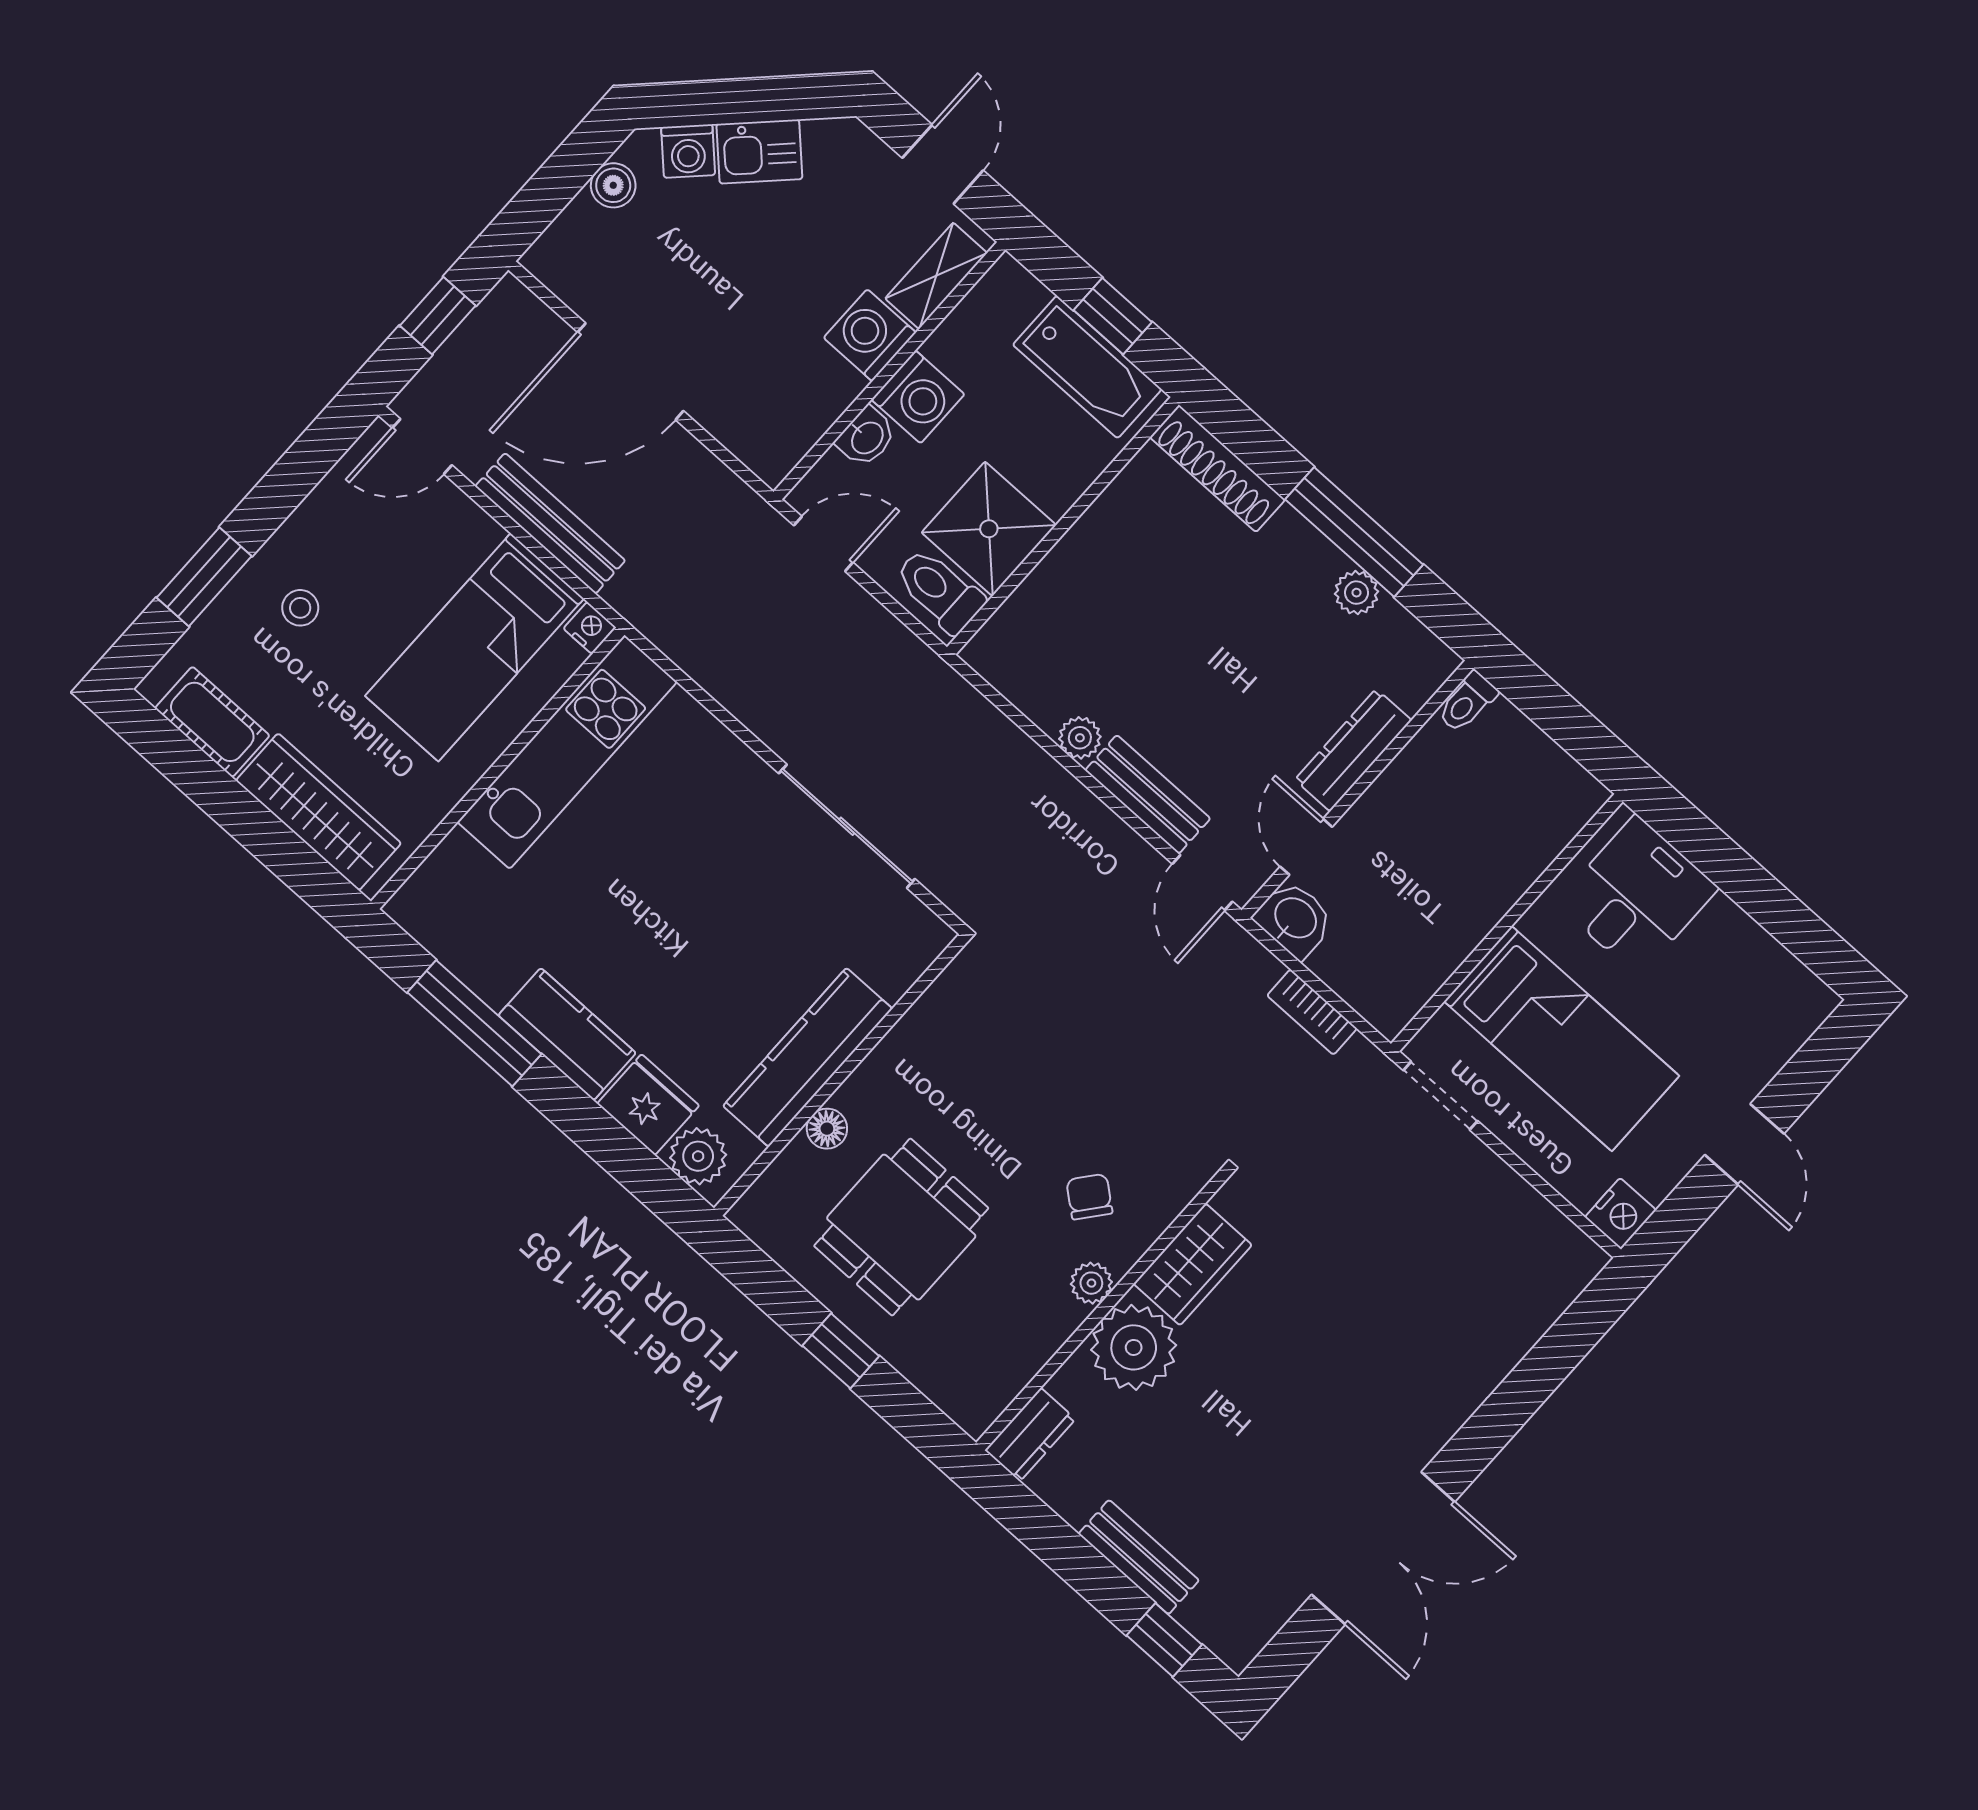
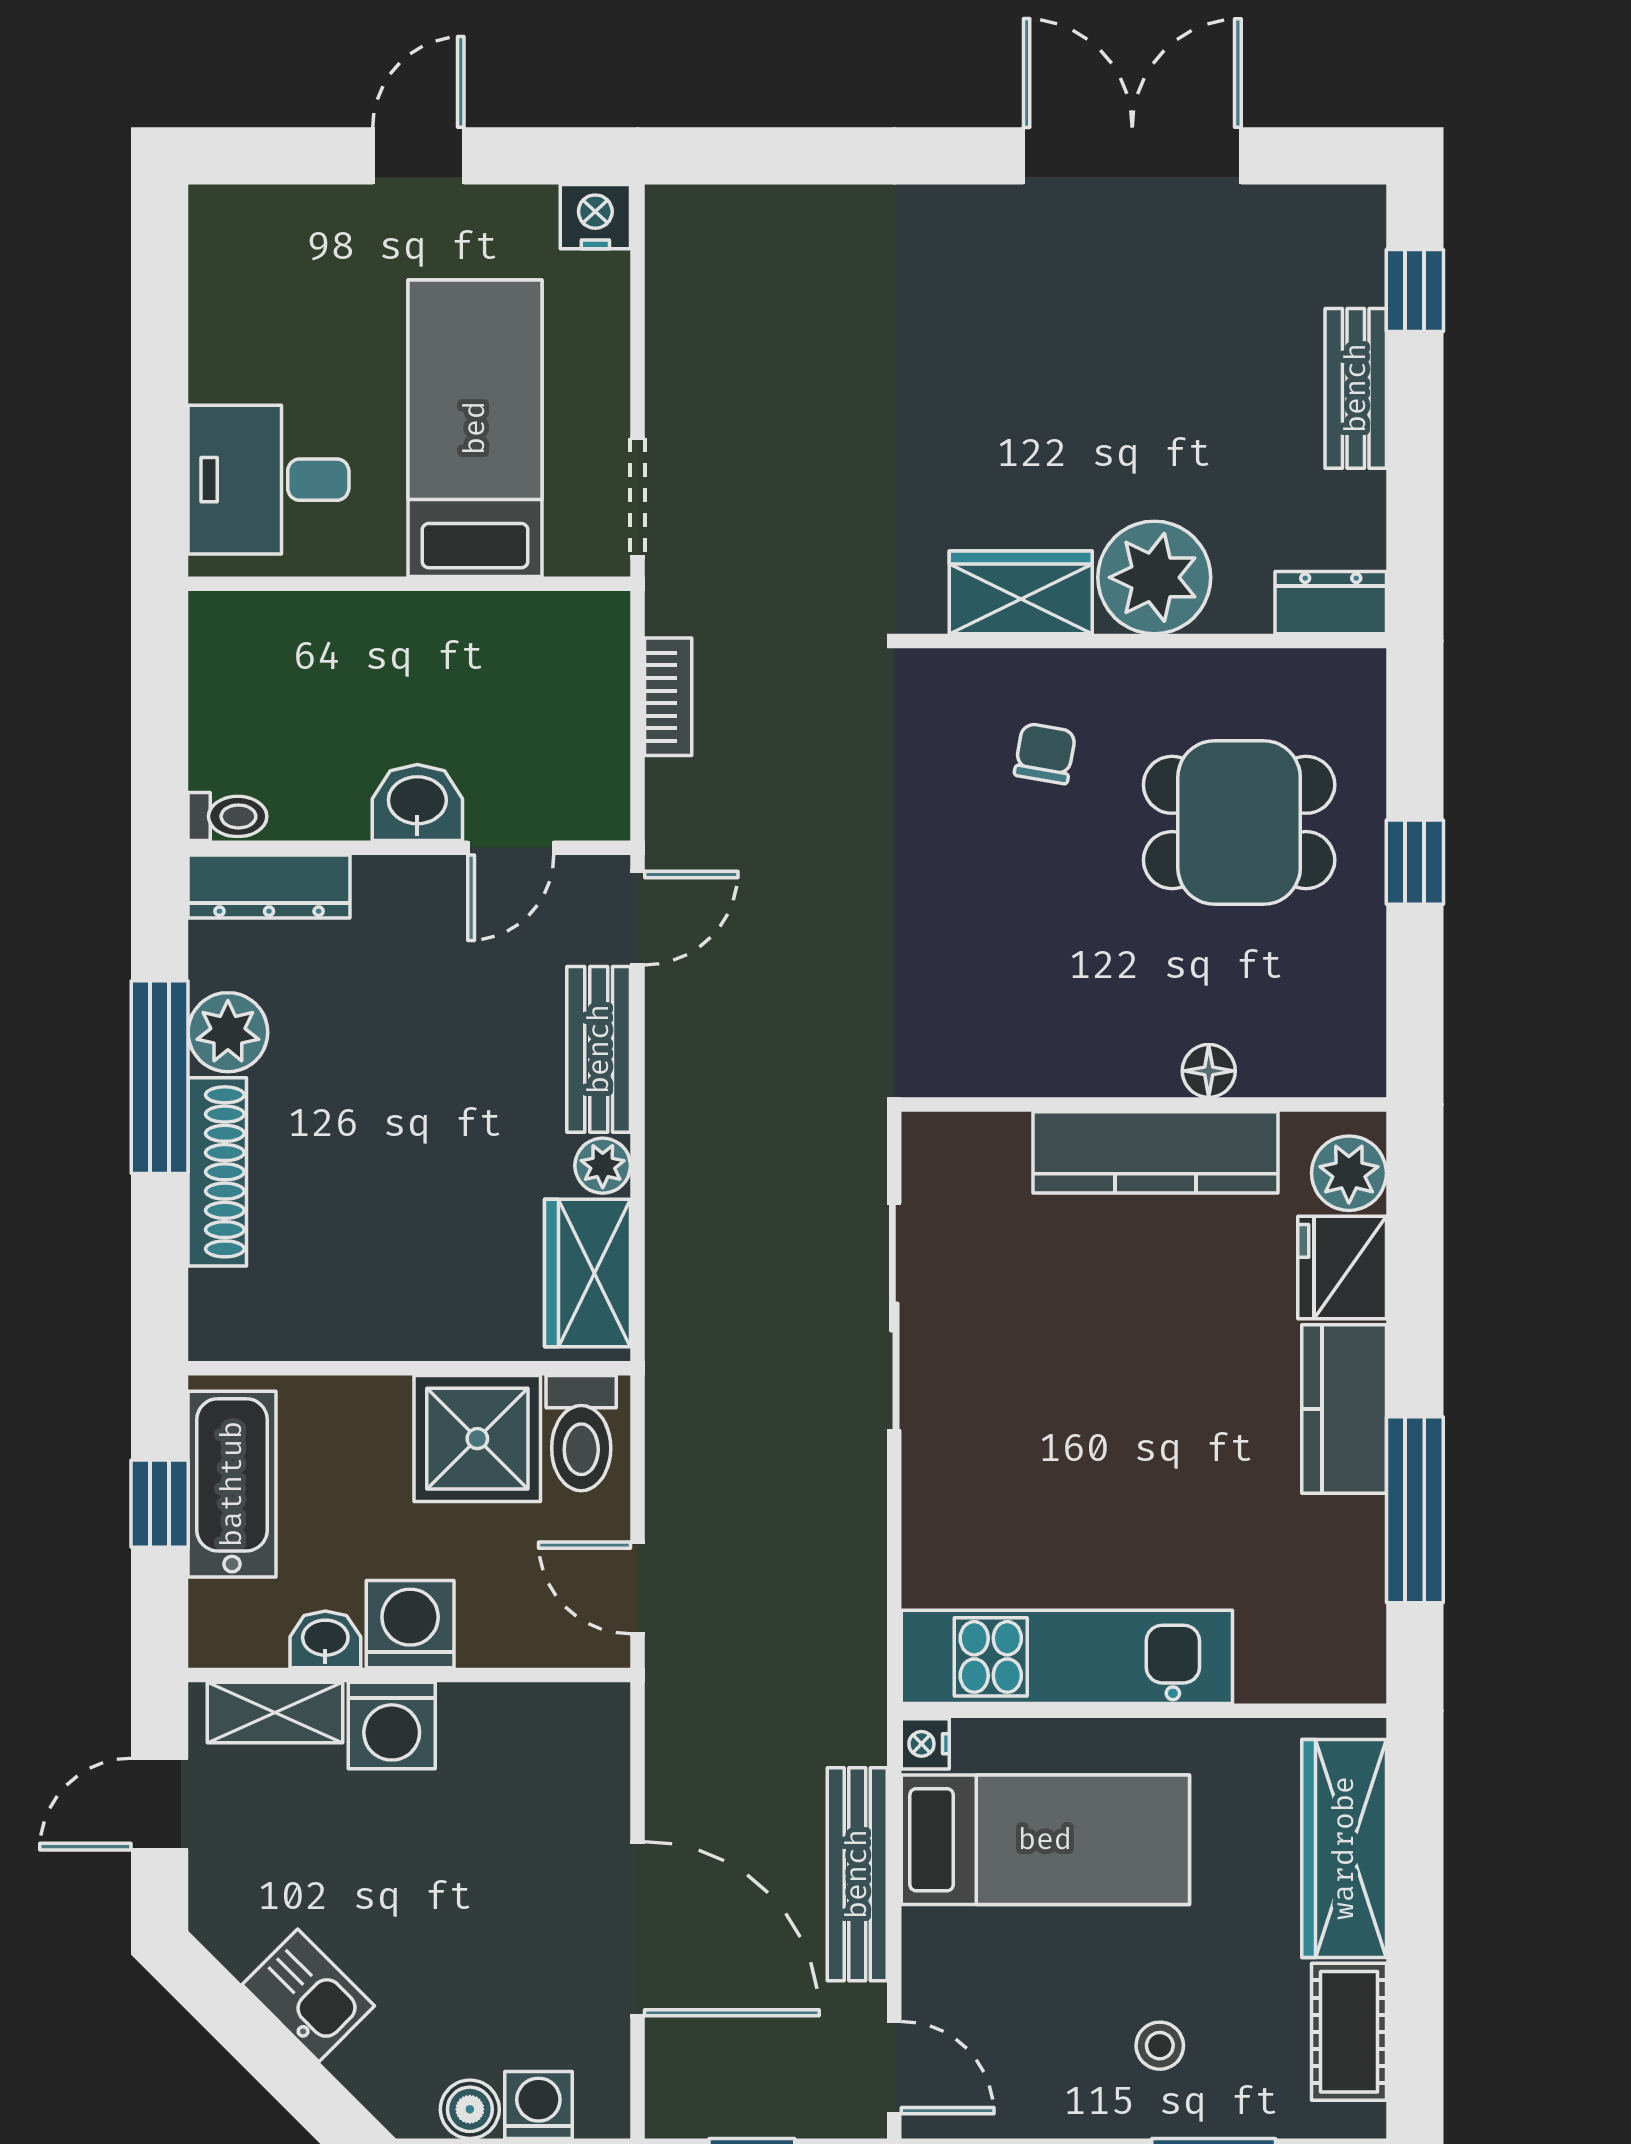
washing machine: (688, 151) -> (538, 2105), moved, turned -45
washbasin: (866, 437) -> (325, 1639), moved
shoe rack: (1217, 468) -> (217, 1172), moved
plant: (1357, 593) -> (228, 1032), width x1.38, depth x1.38
wardrobe: (1027, 675) -> (587, 1273), added
dresser: (1353, 750) -> (269, 887), moved
washbasin: (1294, 919) -> (417, 803), moved, turned 90
chair: (1089, 1197) -> (1045, 753), turned 151
dining table: (901, 1227) -> (1239, 822), moved
plant: (1091, 1283) -> (1128, 675), removed

